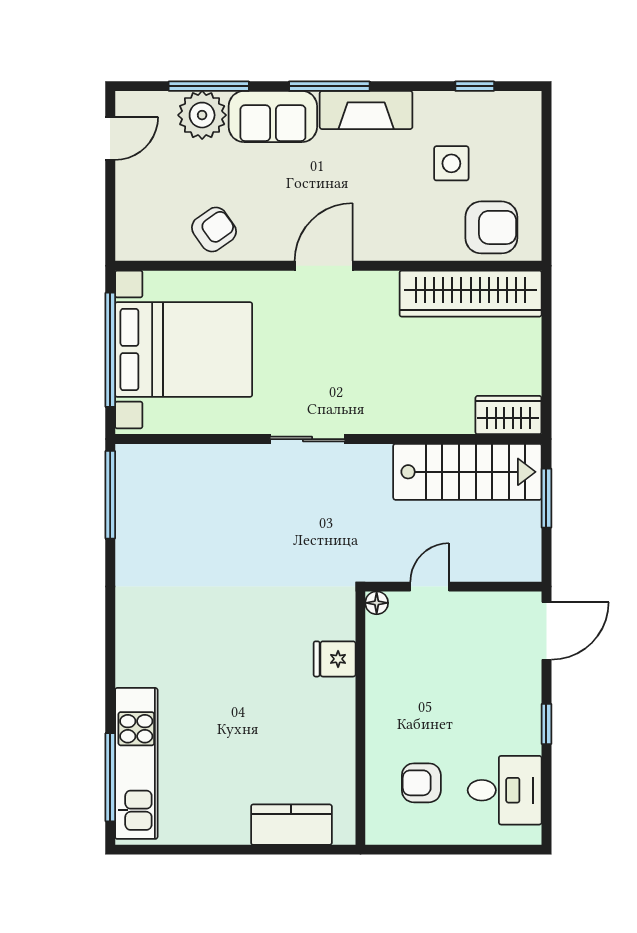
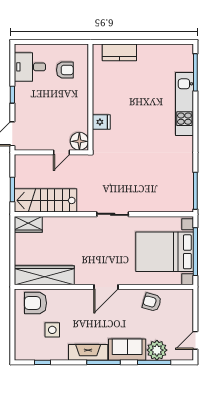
armchair: (214, 229) -> (152, 302), turned 51
floor lamp: (377, 603) -> (79, 141), width x1.89, depth x1.89
kitchen unit: (136, 763) -> (184, 104), moved

